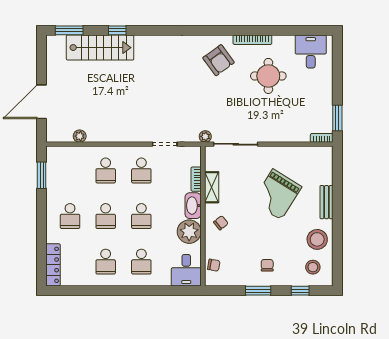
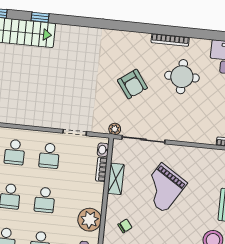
armchair: (219, 60) -> (132, 84), moved
grand piano: (277, 194) -> (163, 188), moved
washbasin: (193, 206) -> (103, 150), moved, width x0.52, depth x0.69
chair: (221, 223) -> (125, 226), moved

